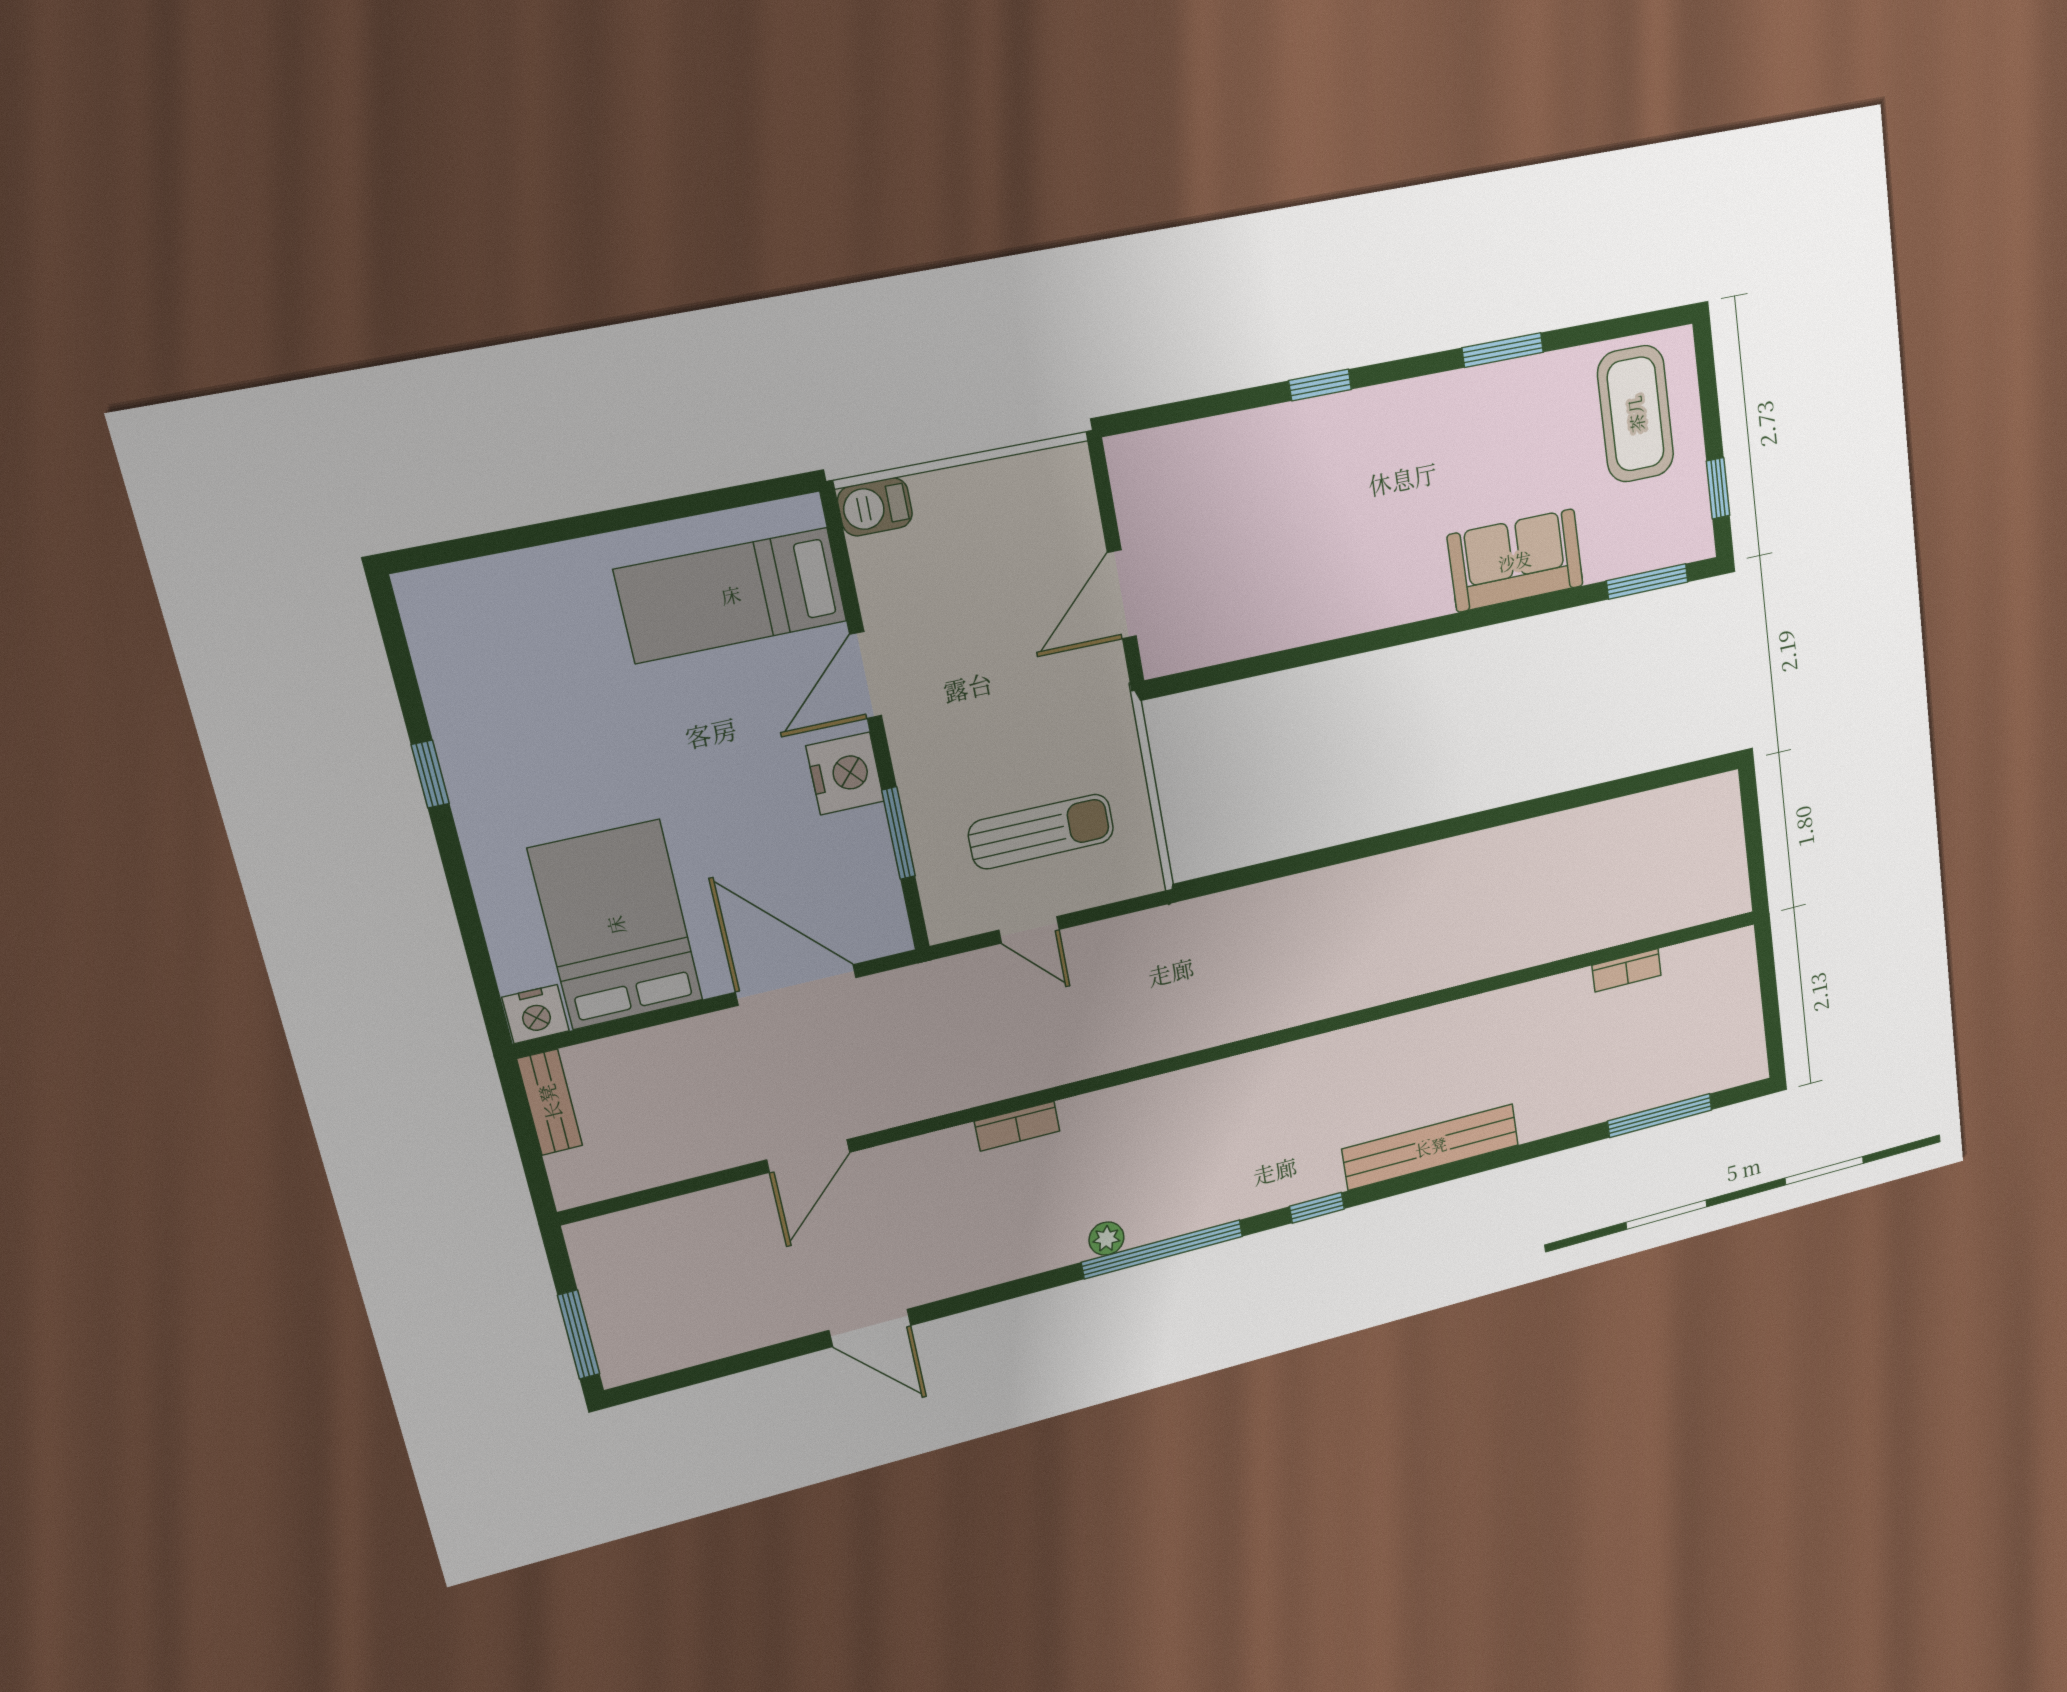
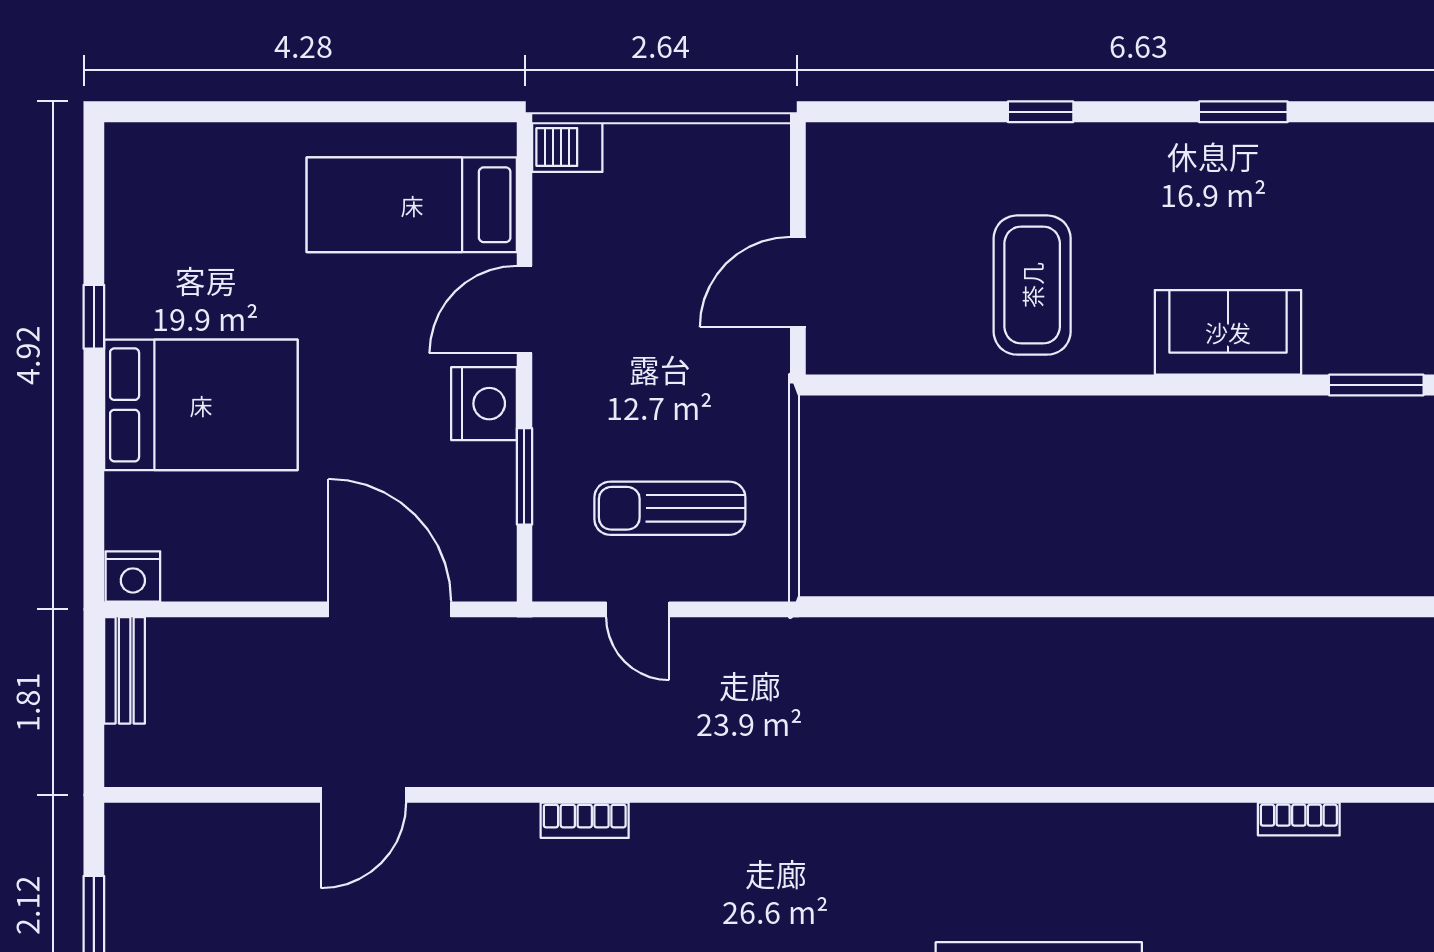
coffee table: (1636, 414) -> (1032, 285), moved
sun lounger: (1041, 832) -> (670, 508), turned 180
bed: (616, 925) -> (201, 405), moved, turned 90

